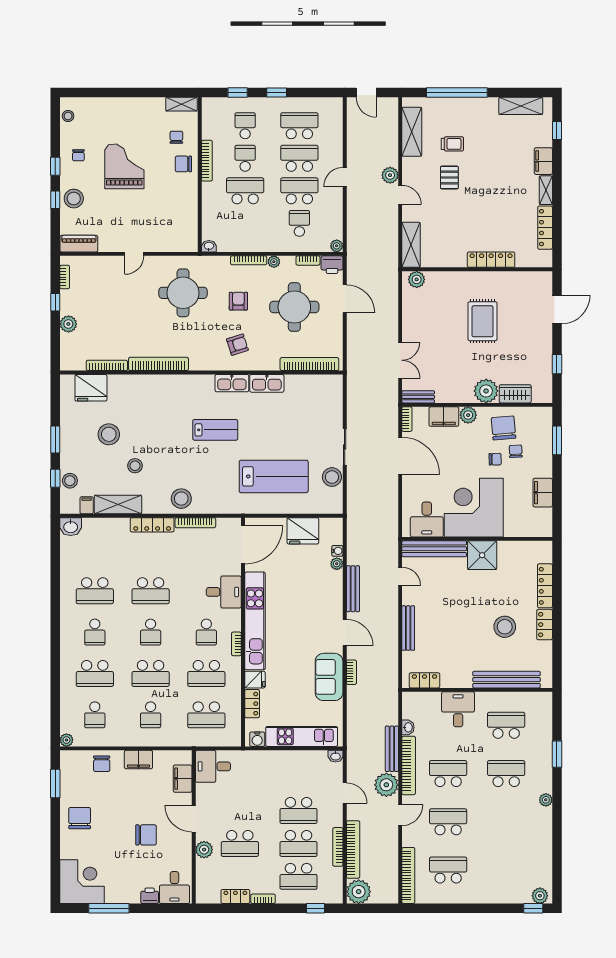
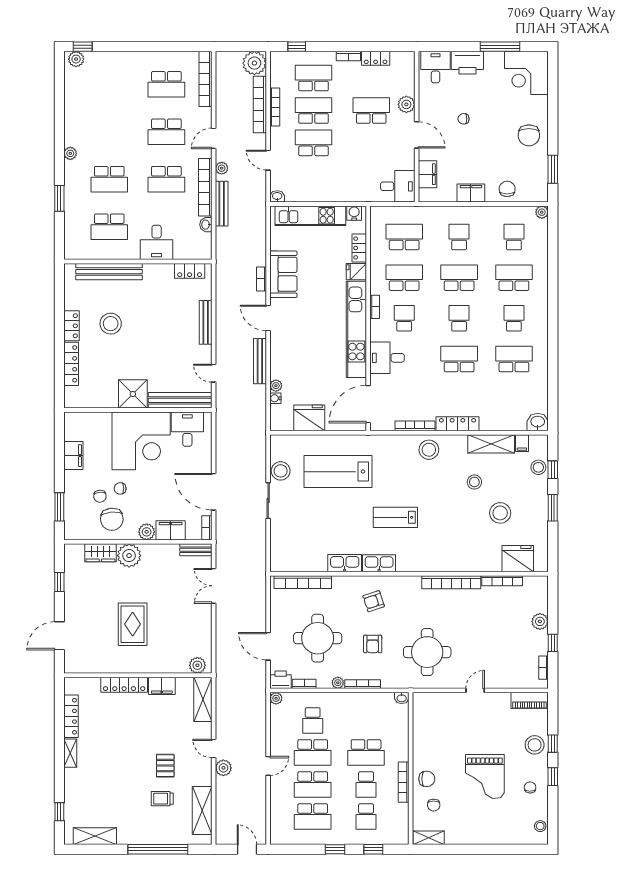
filing cabinet: (543, 161) -> (162, 686), moved, turned 90
plant: (386, 785) -> (222, 168), width x0.53, depth x0.53
chair: (146, 835) -> (464, 119), width x0.54, depth x0.54
printer: (150, 896) -> (467, 63), width x1.87, depth x1.48

